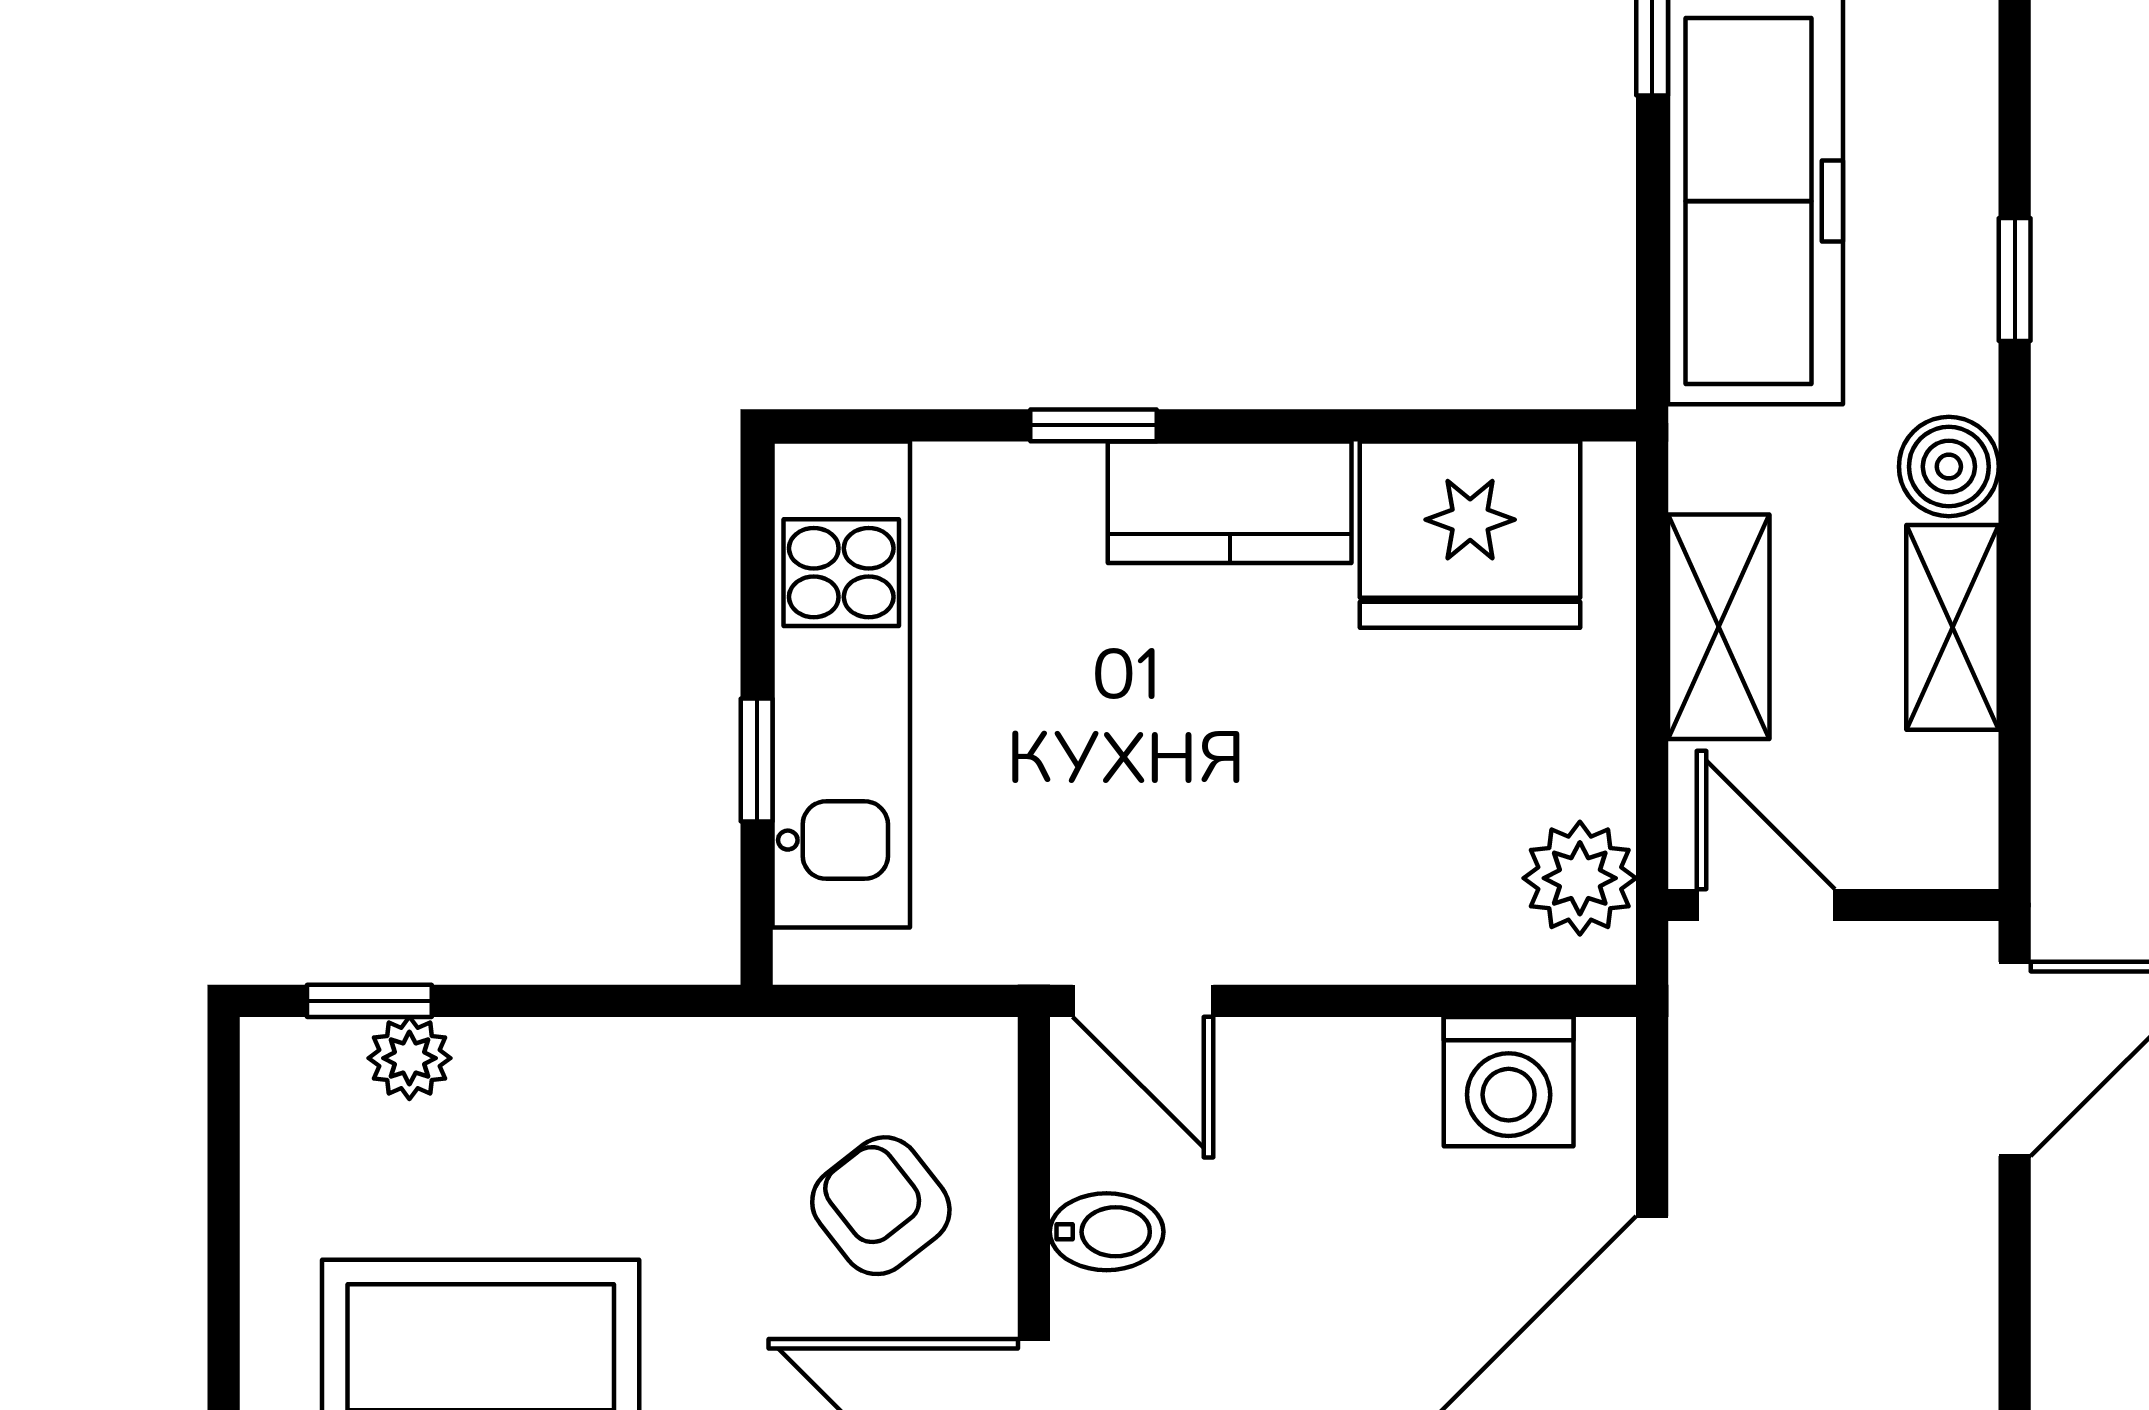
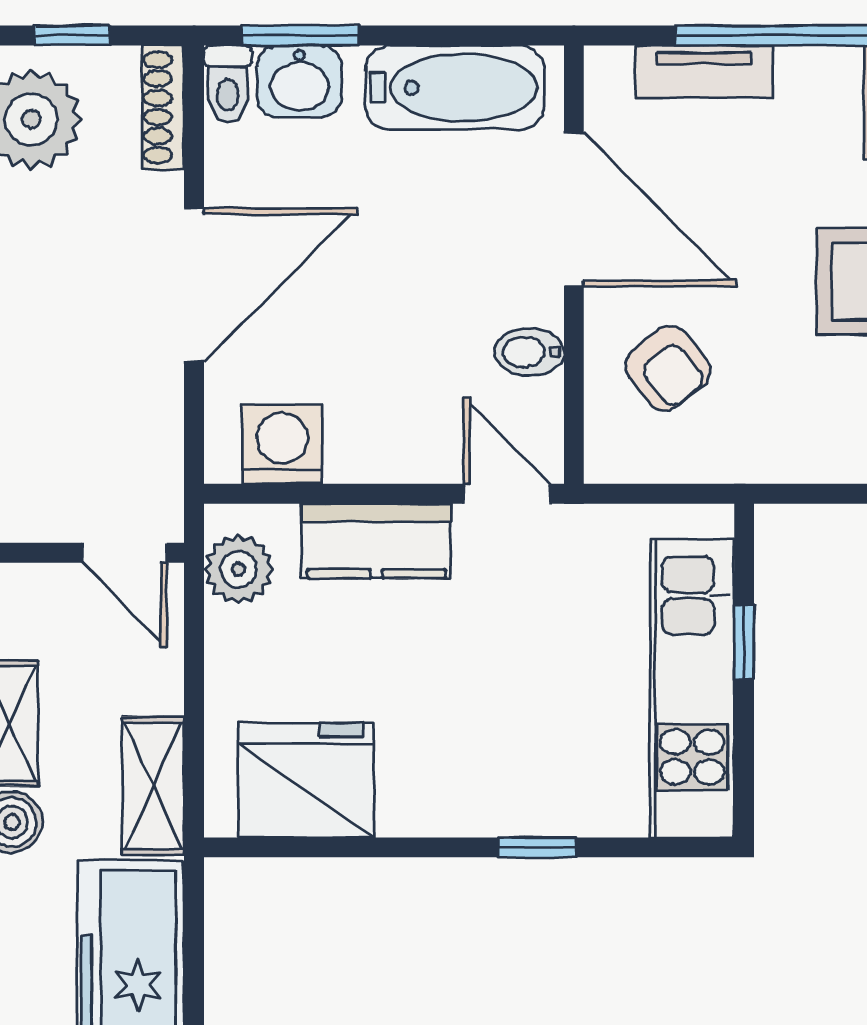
kitchen counter: (1230, 502) -> (376, 541), moved, turned 180
shelving: (1719, 627) -> (153, 786), moved

